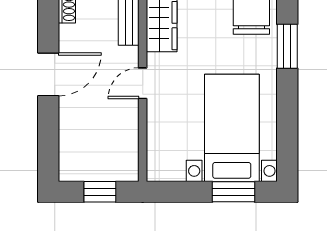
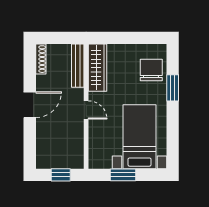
door: (143, 83) -> (86, 110), swing flipped
window: (234, 192) -> (123, 175), moved

